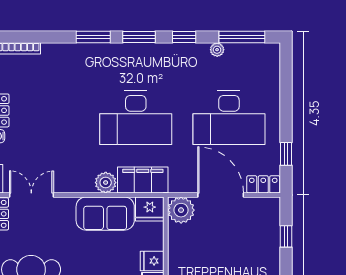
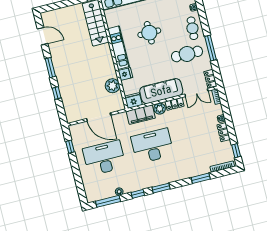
window: (93, 37) -> (201, 178), moved
locker: (263, 184) -> (175, 104), moved
plant: (181, 210) -> (113, 86), moved
sofa: (105, 214) -> (161, 91), width x1.36
window: (286, 236) -> (57, 93), moved

